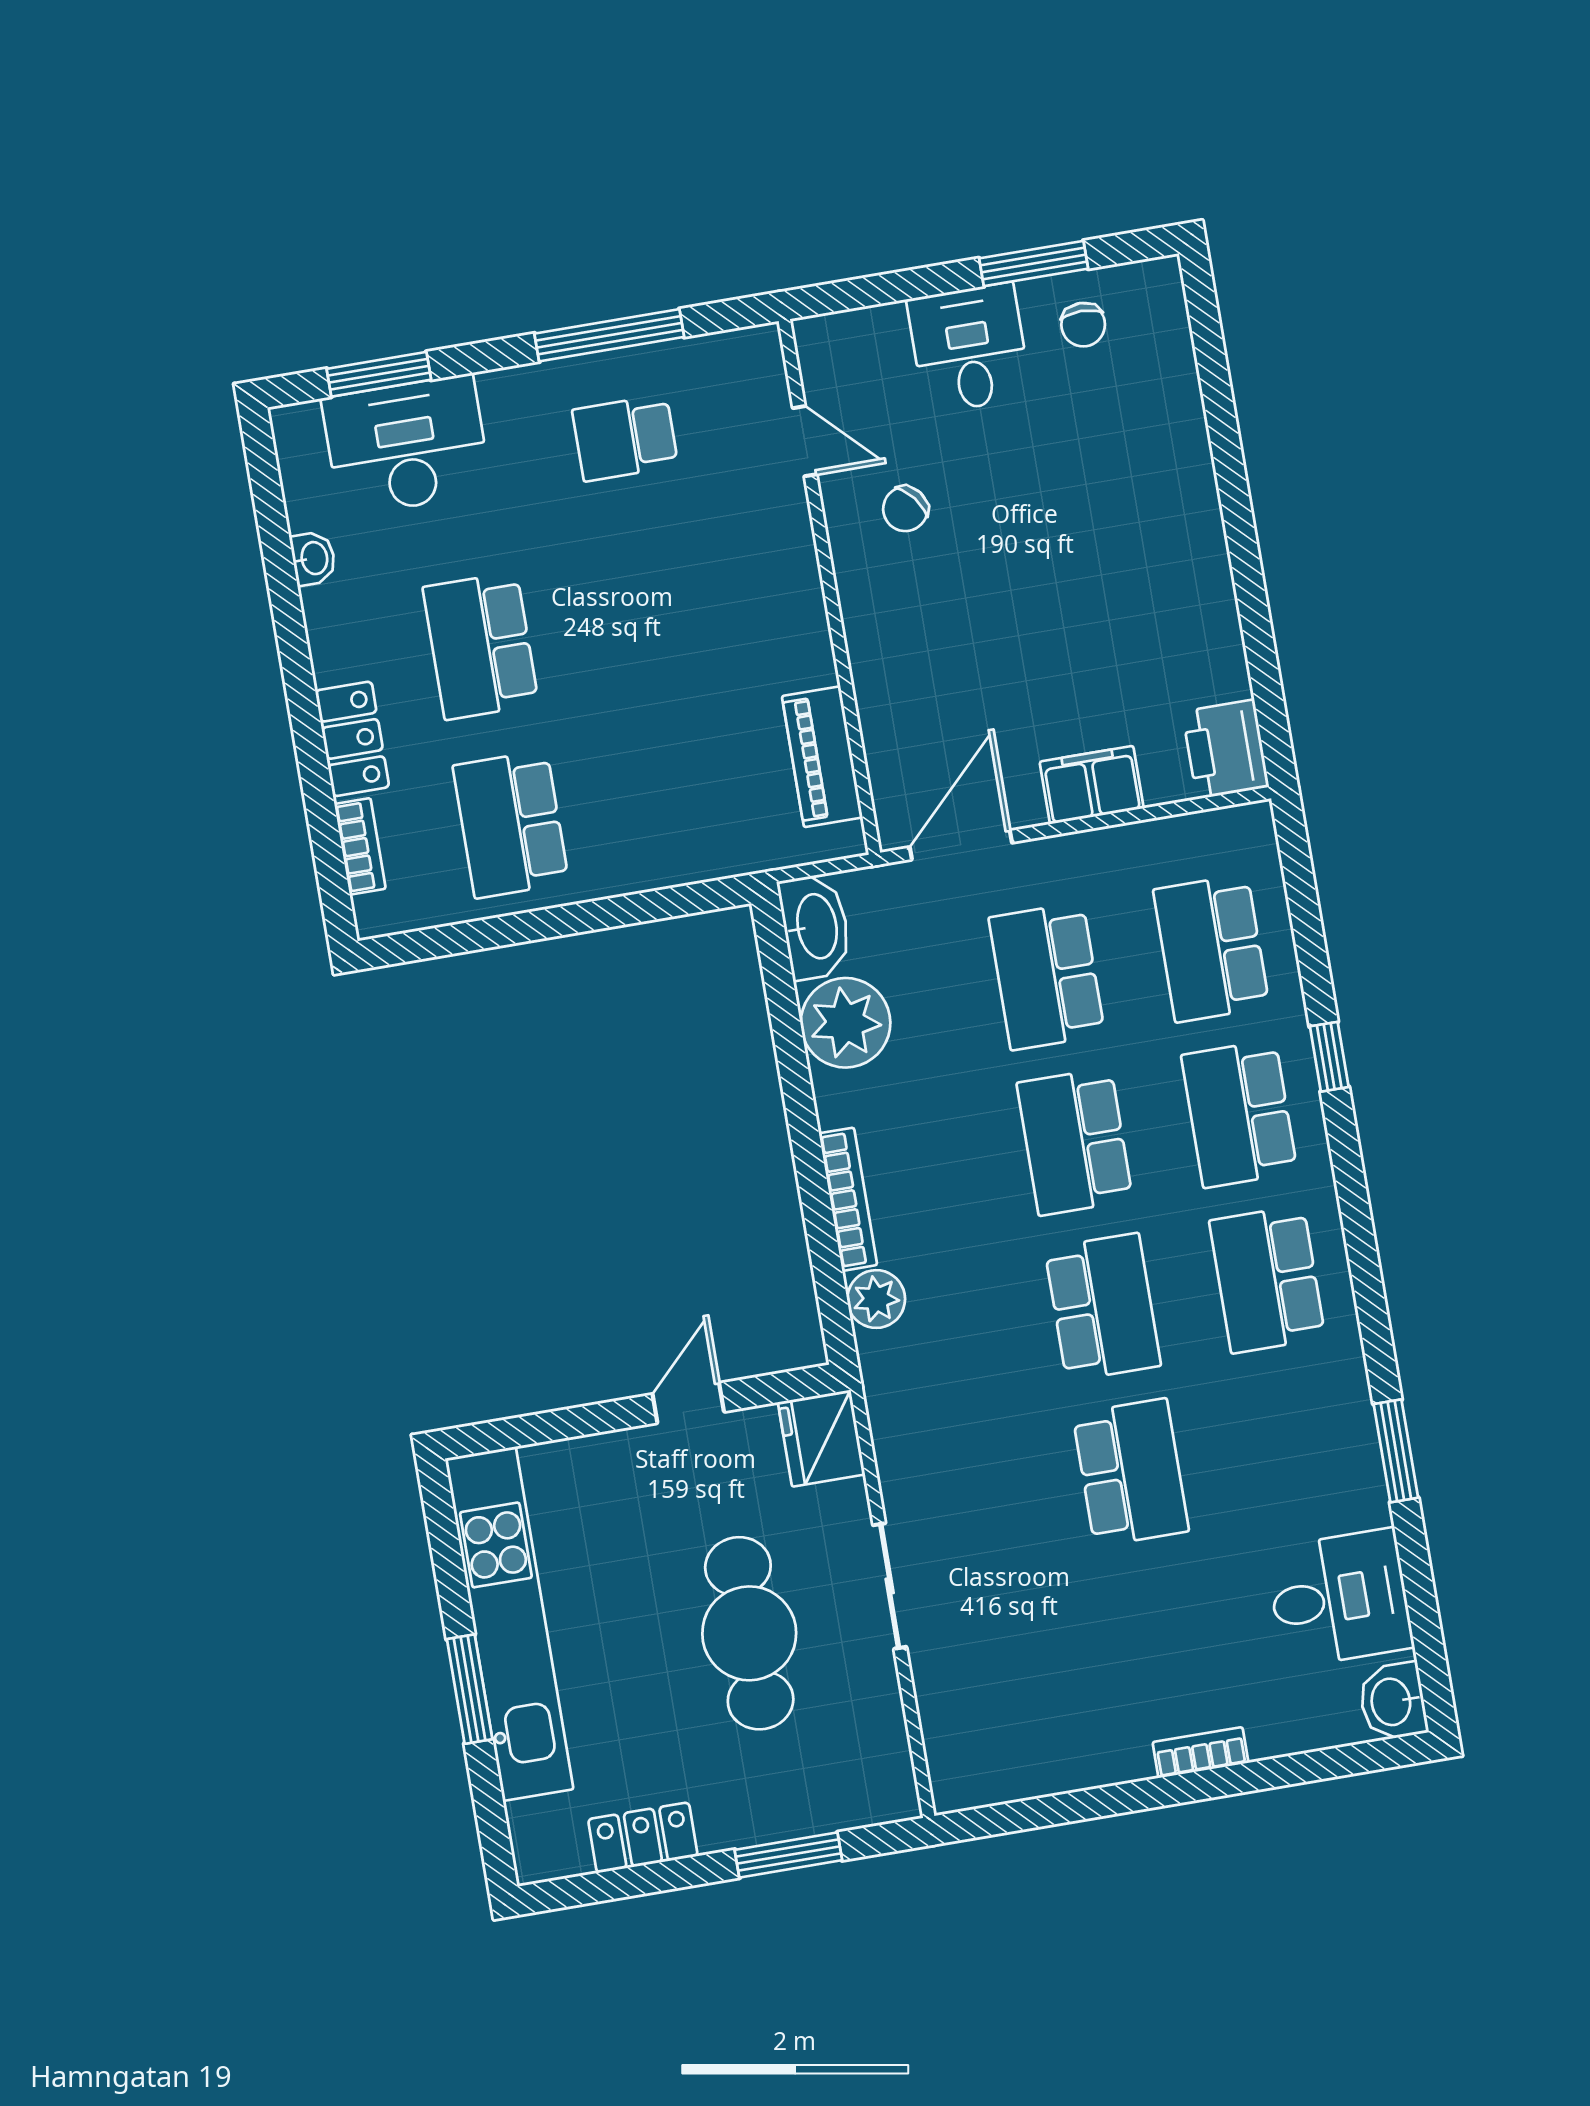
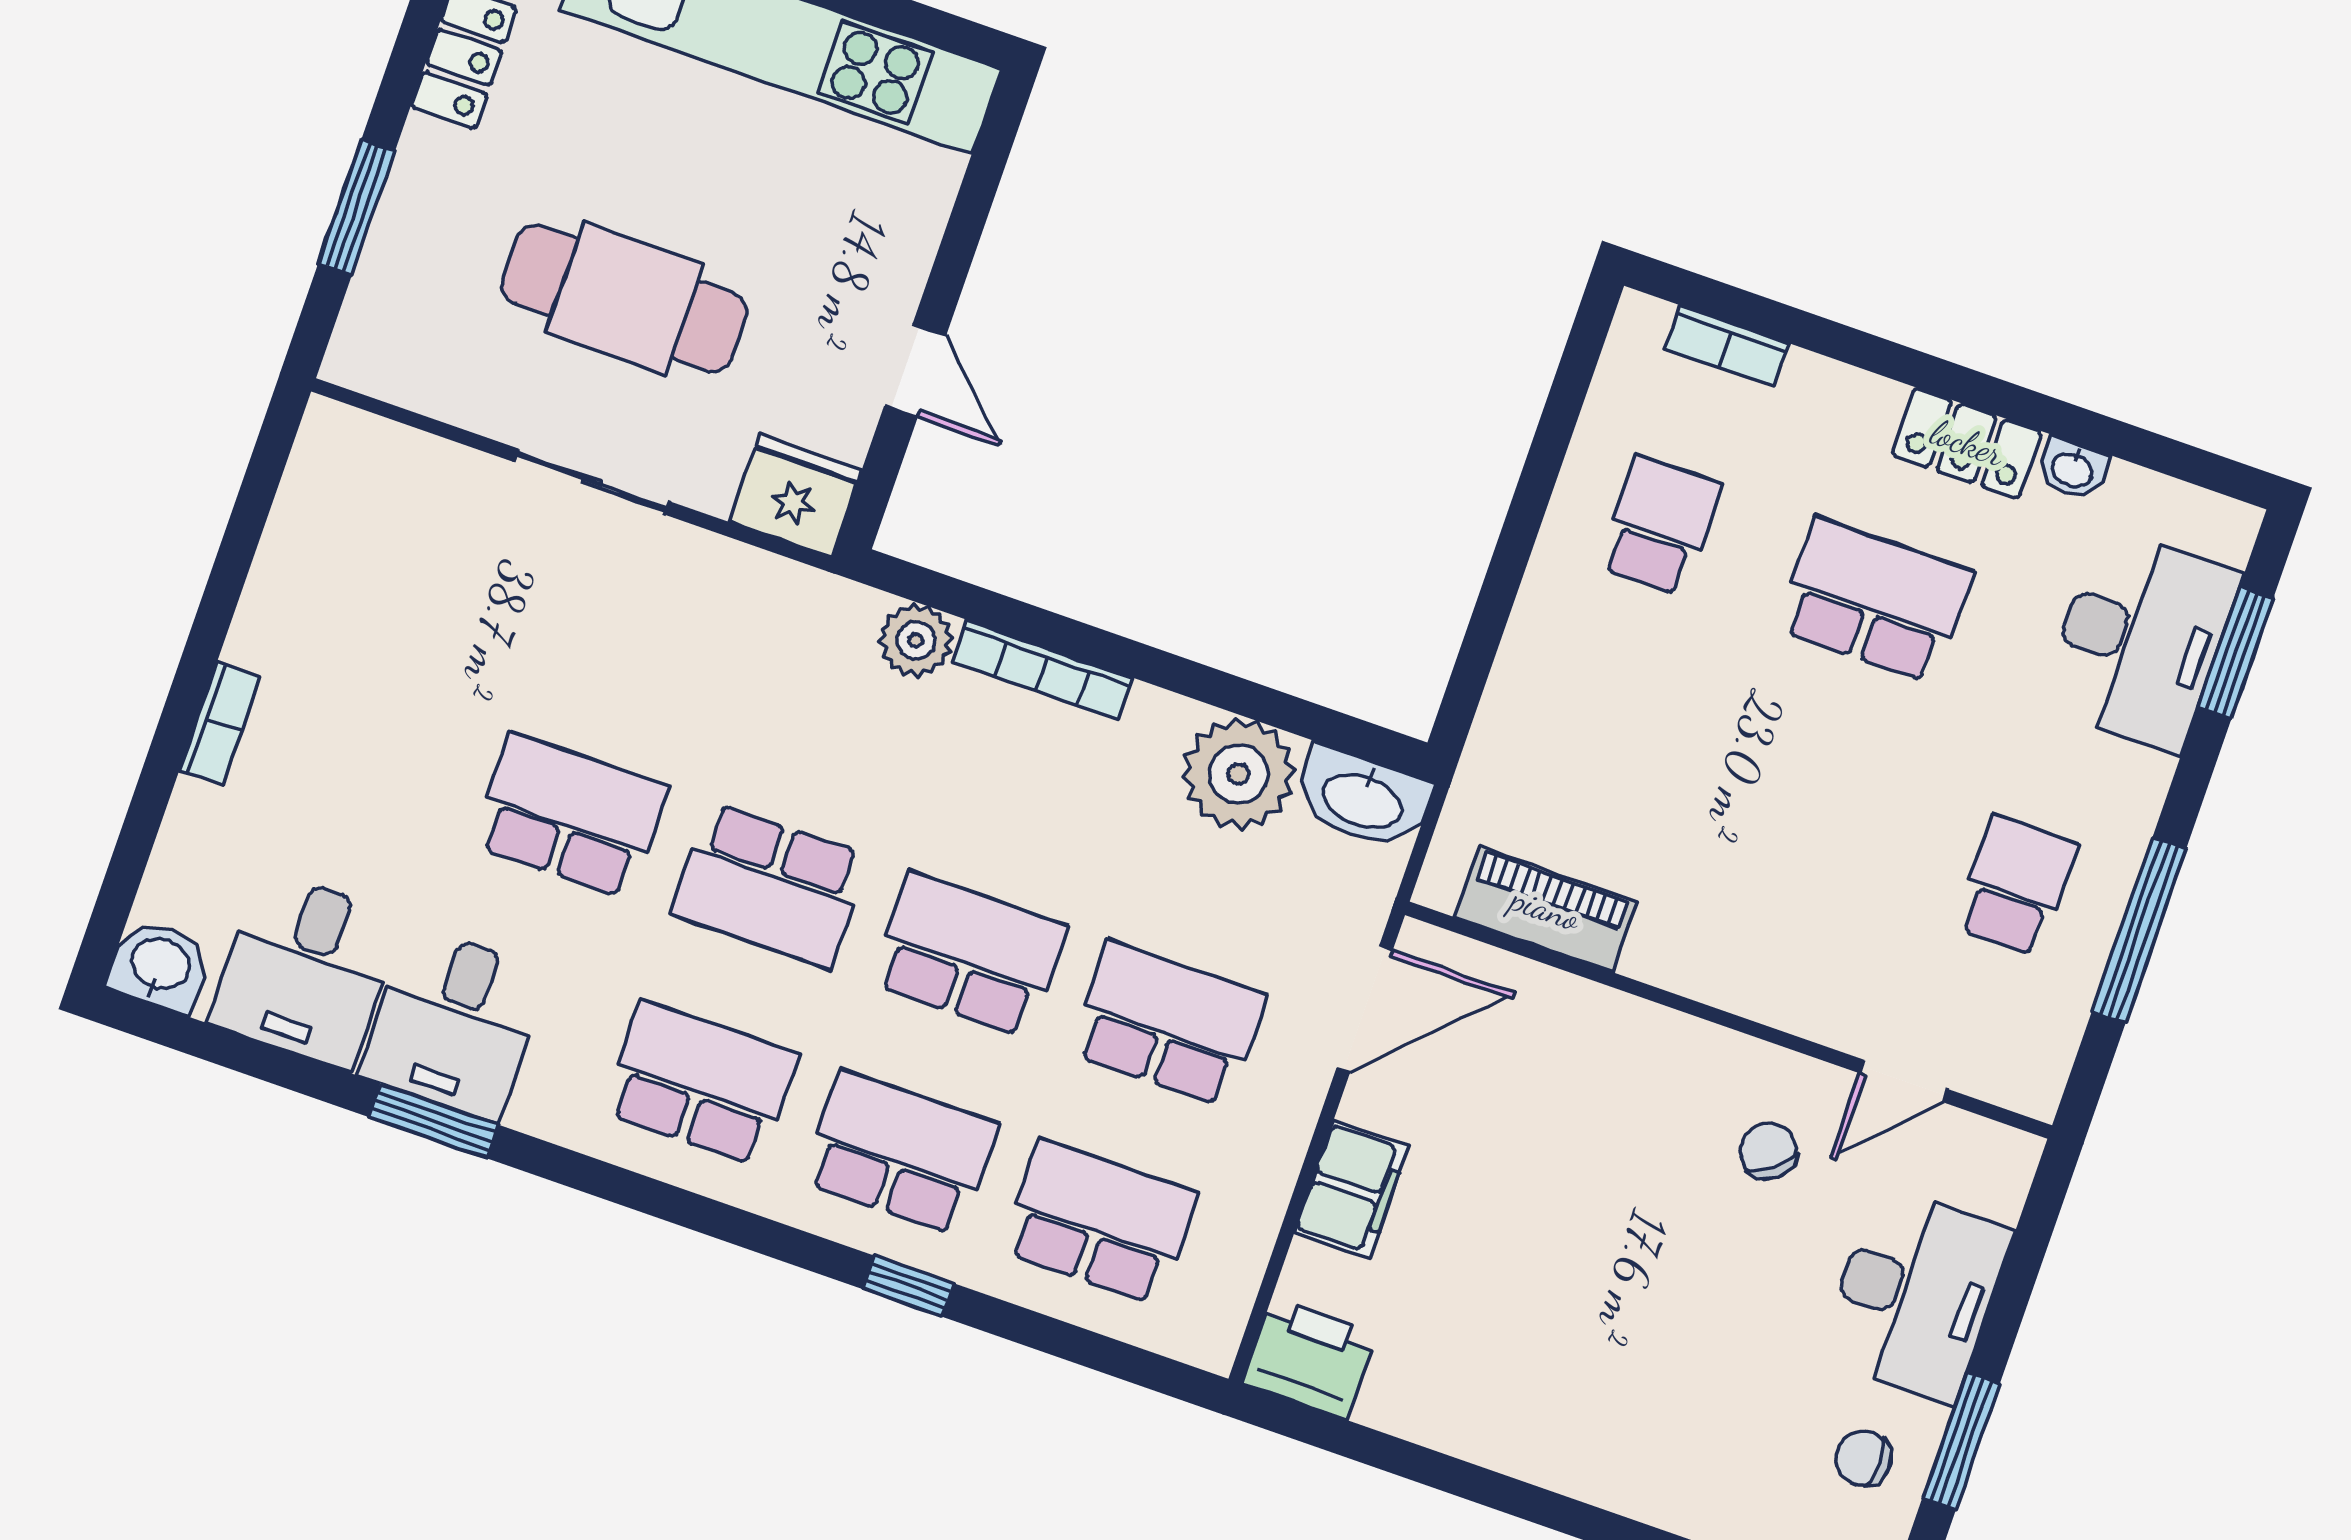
desk: (969, 348) -> (1915, 1295), width x1.37
locker: (352, 739) -> (1967, 443), moved
school desk: (511, 824) -> (1660, 526), width x0.54
door: (961, 845) -> (1365, 1009), hinge flipped
school desk: (1131, 1473) -> (571, 816), turned 180
desk: (1320, 1474) -> (454, 1023), added

